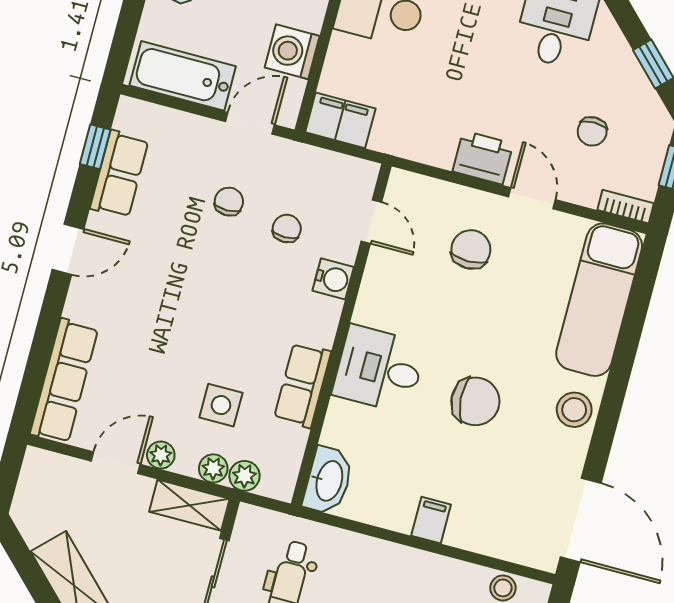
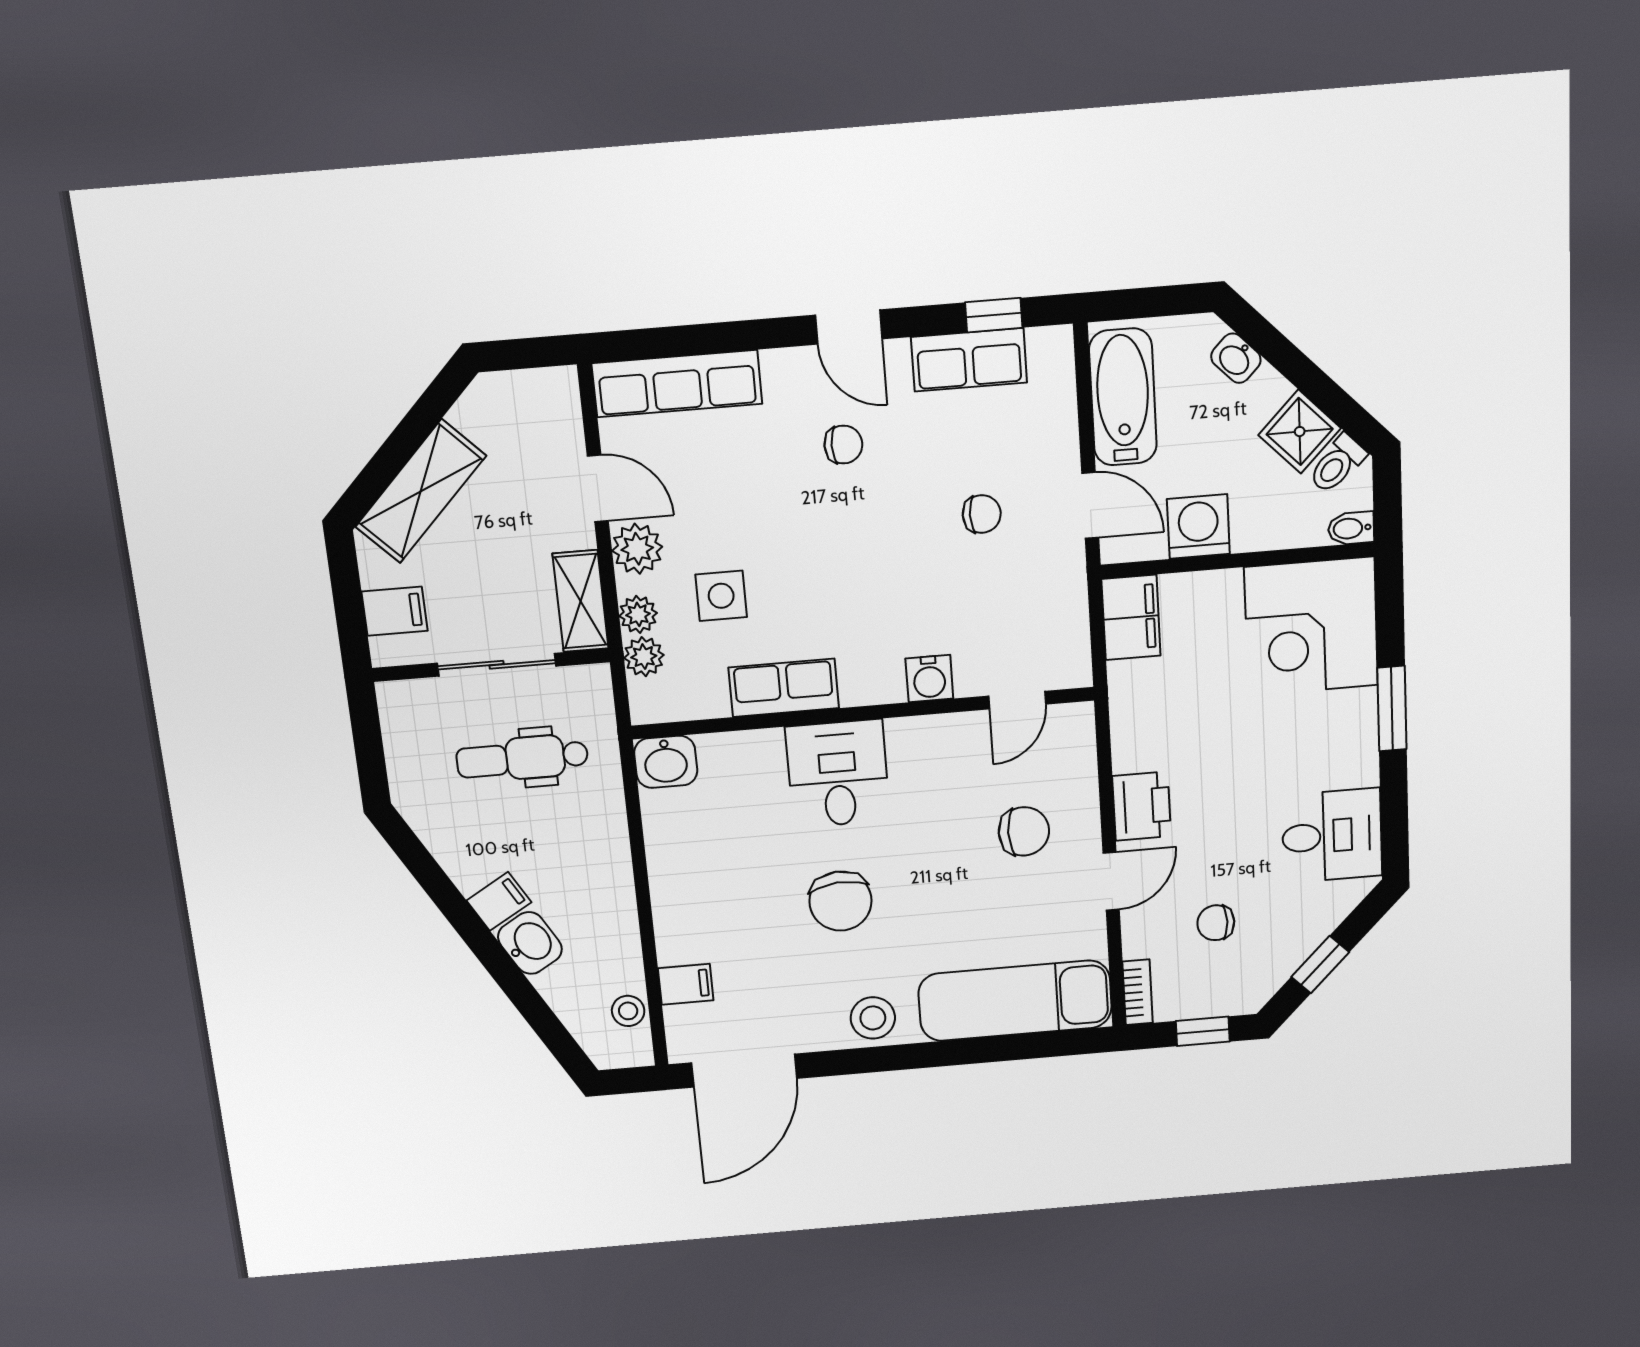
chair: (287, 229) -> (843, 445), moved
plant: (161, 455) -> (637, 549), width x1.38, depth x1.38
washbasin: (328, 481) -> (666, 762), width x0.72
filing cabinet: (431, 520) -> (686, 984), moved

